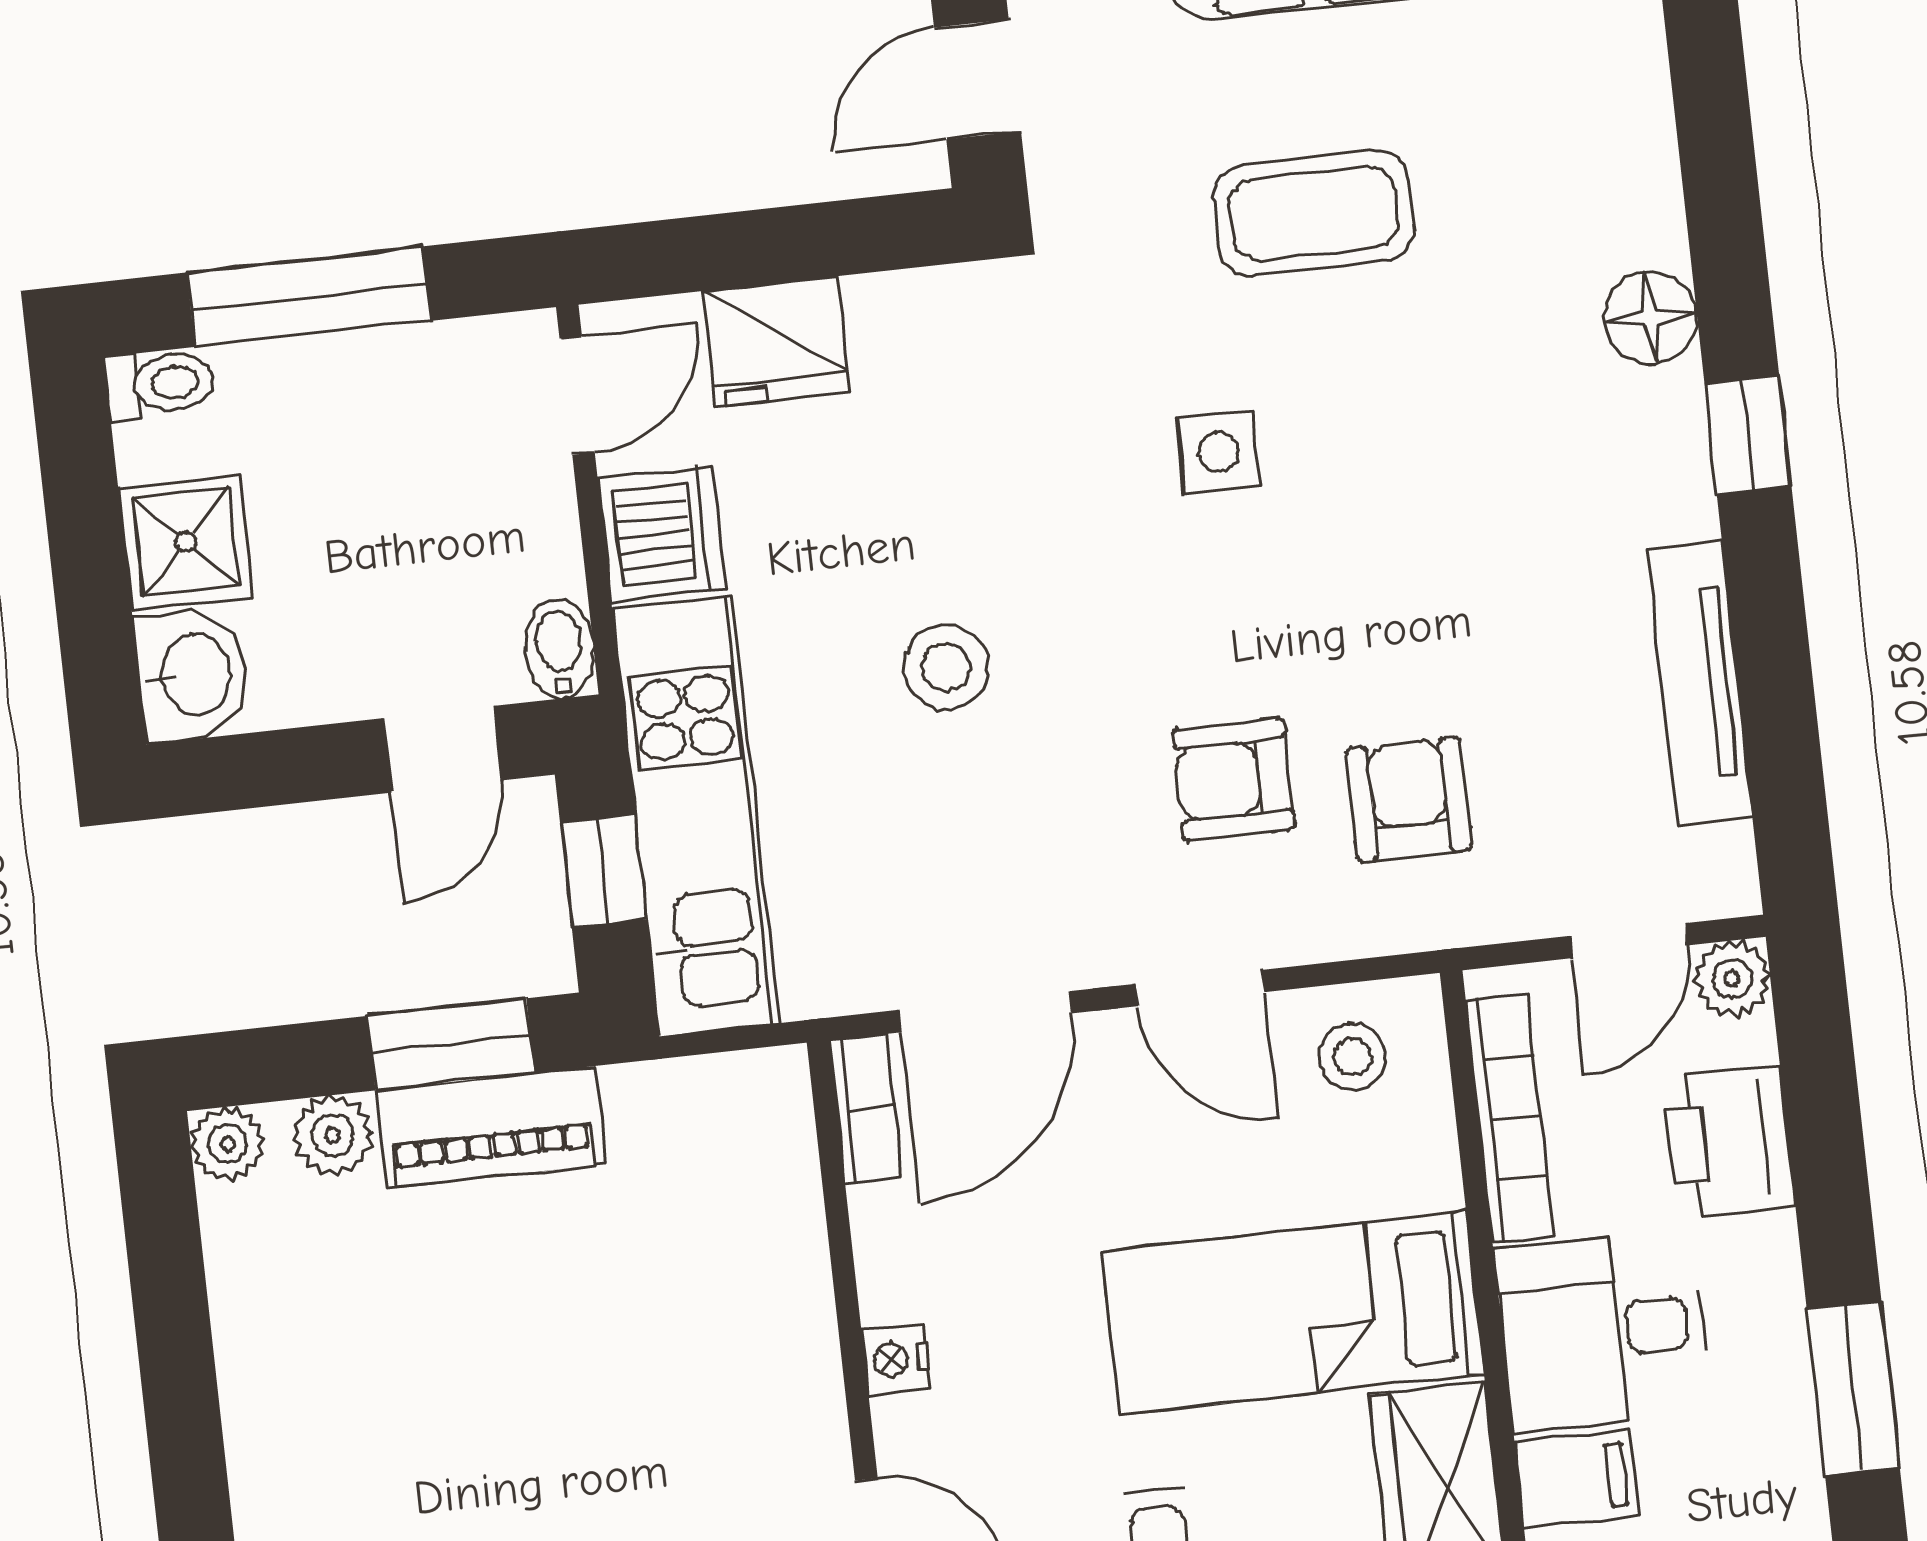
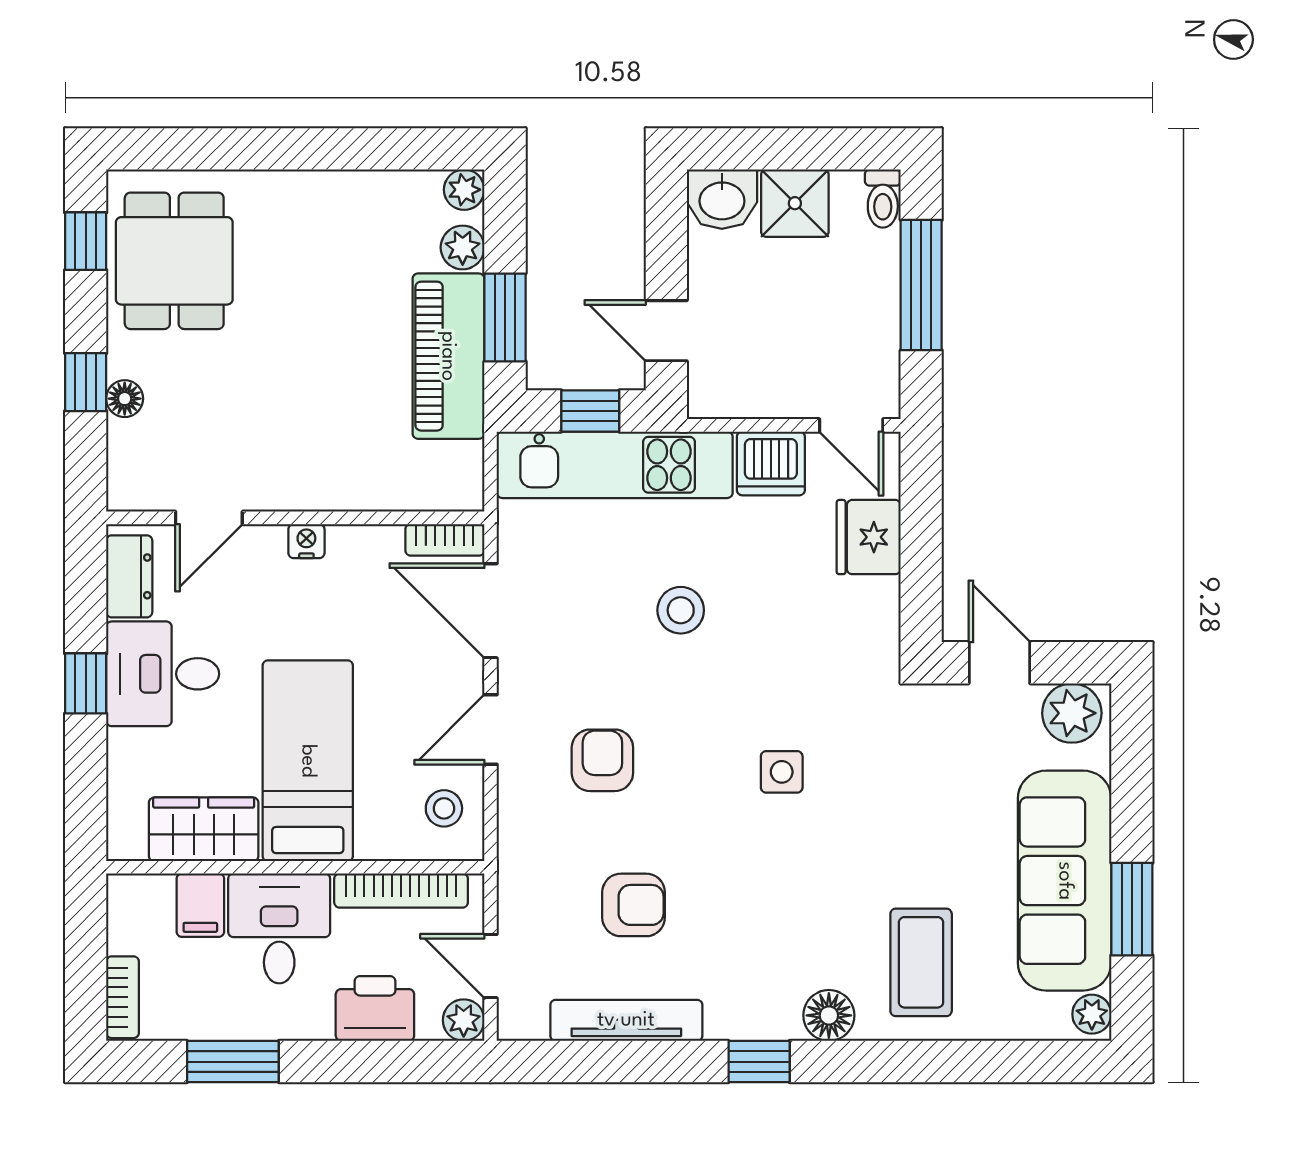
coffee table: (1314, 213) -> (921, 962), moved
bidet: (560, 649) -> (714, 401), removed
armchair: (1409, 799) -> (634, 905), moved
piano: (490, 1127) -> (448, 356), width x1.37, depth x1.33

